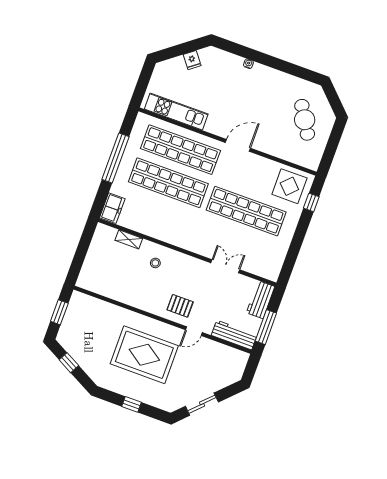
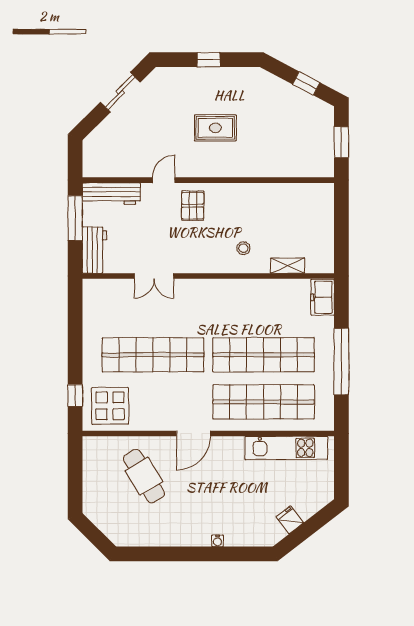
cafe table: (305, 120) -> (144, 476), moved
pallet: (180, 306) -> (193, 206), turned 90
rug: (144, 355) -> (215, 128), width x0.54, depth x0.49

